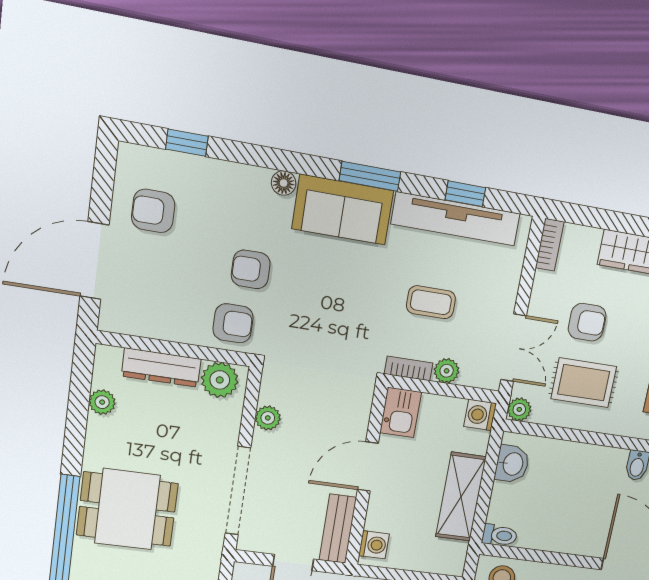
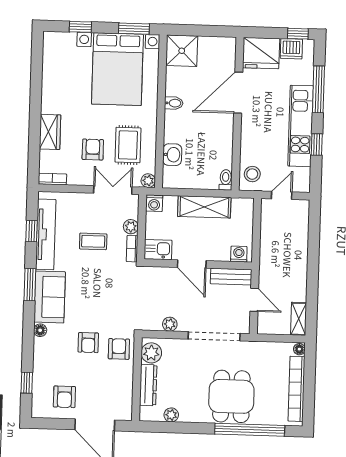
coffee table: (431, 302) -> (93, 241), turned 90
washbasin: (512, 464) -> (172, 155), moved, turned 90

